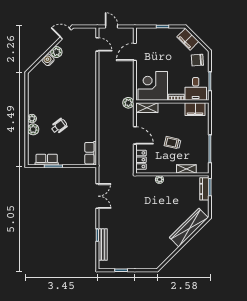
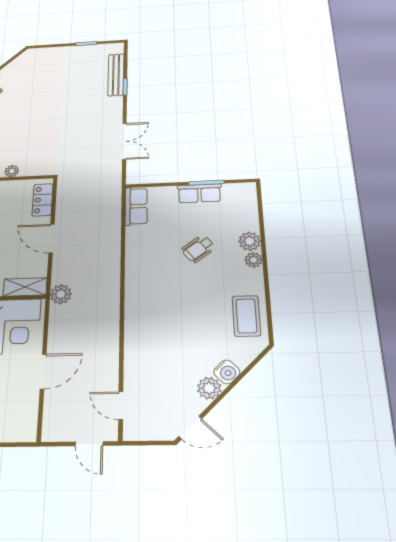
door: (135, 52) -> (43, 371), moved
coffee table: (37, 88) -> (246, 316), added
row of seats: (47, 160) -> (199, 193), moved
double door: (97, 196) -> (124, 141), swing flipped

